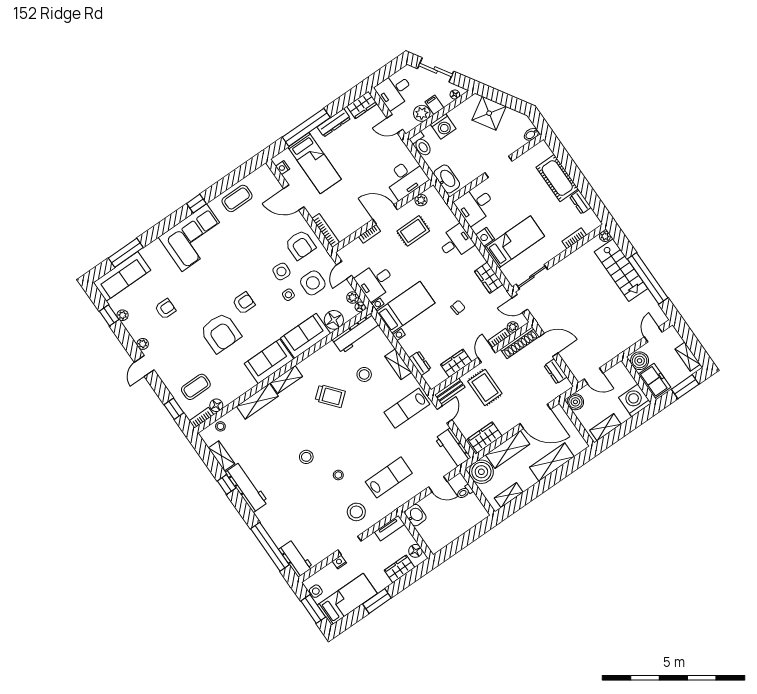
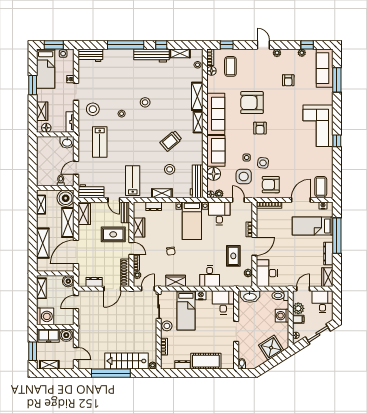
coffee table: (237, 198) -> (321, 187), moved
stool: (548, 251) -> (167, 326), added
sofa: (269, 361) -> (216, 114), width x1.36
window: (270, 547) -> (126, 45), moved

